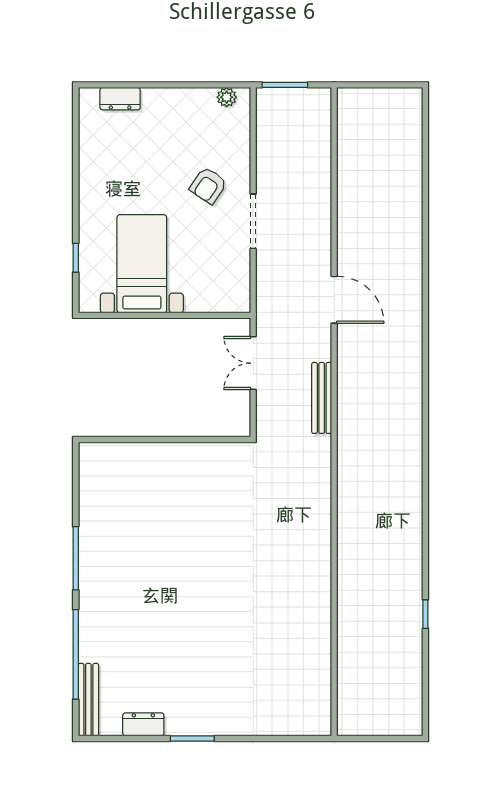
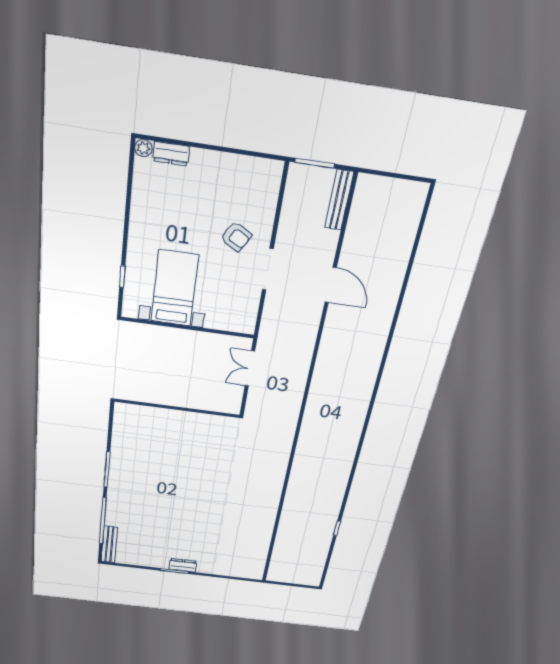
plant: (227, 97) -> (143, 148), moved
armchair: (208, 185) -> (236, 237), turned -94
door: (334, 300) -> (331, 285), moved
bench: (322, 398) -> (339, 200), moved
dresser: (143, 724) -> (183, 565), moved

